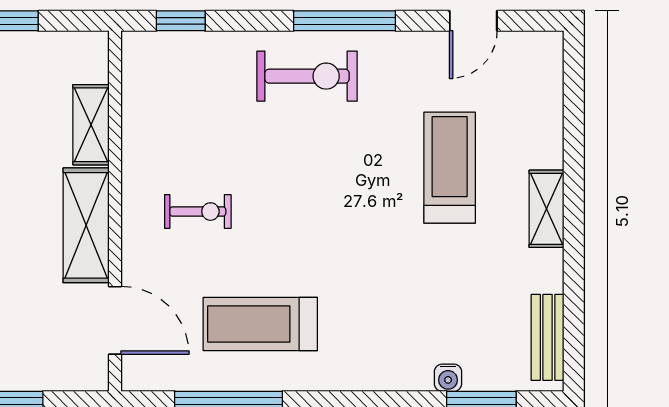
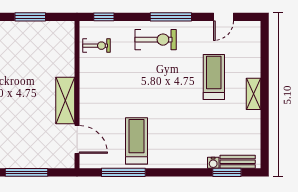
shelving: (91, 125) -> (67, 59), removed
exercise bike: (198, 212) -> (97, 46), moved
treadmill: (260, 324) -> (136, 141), turned 90
bench: (548, 337) -> (238, 162), moved, turned 90

